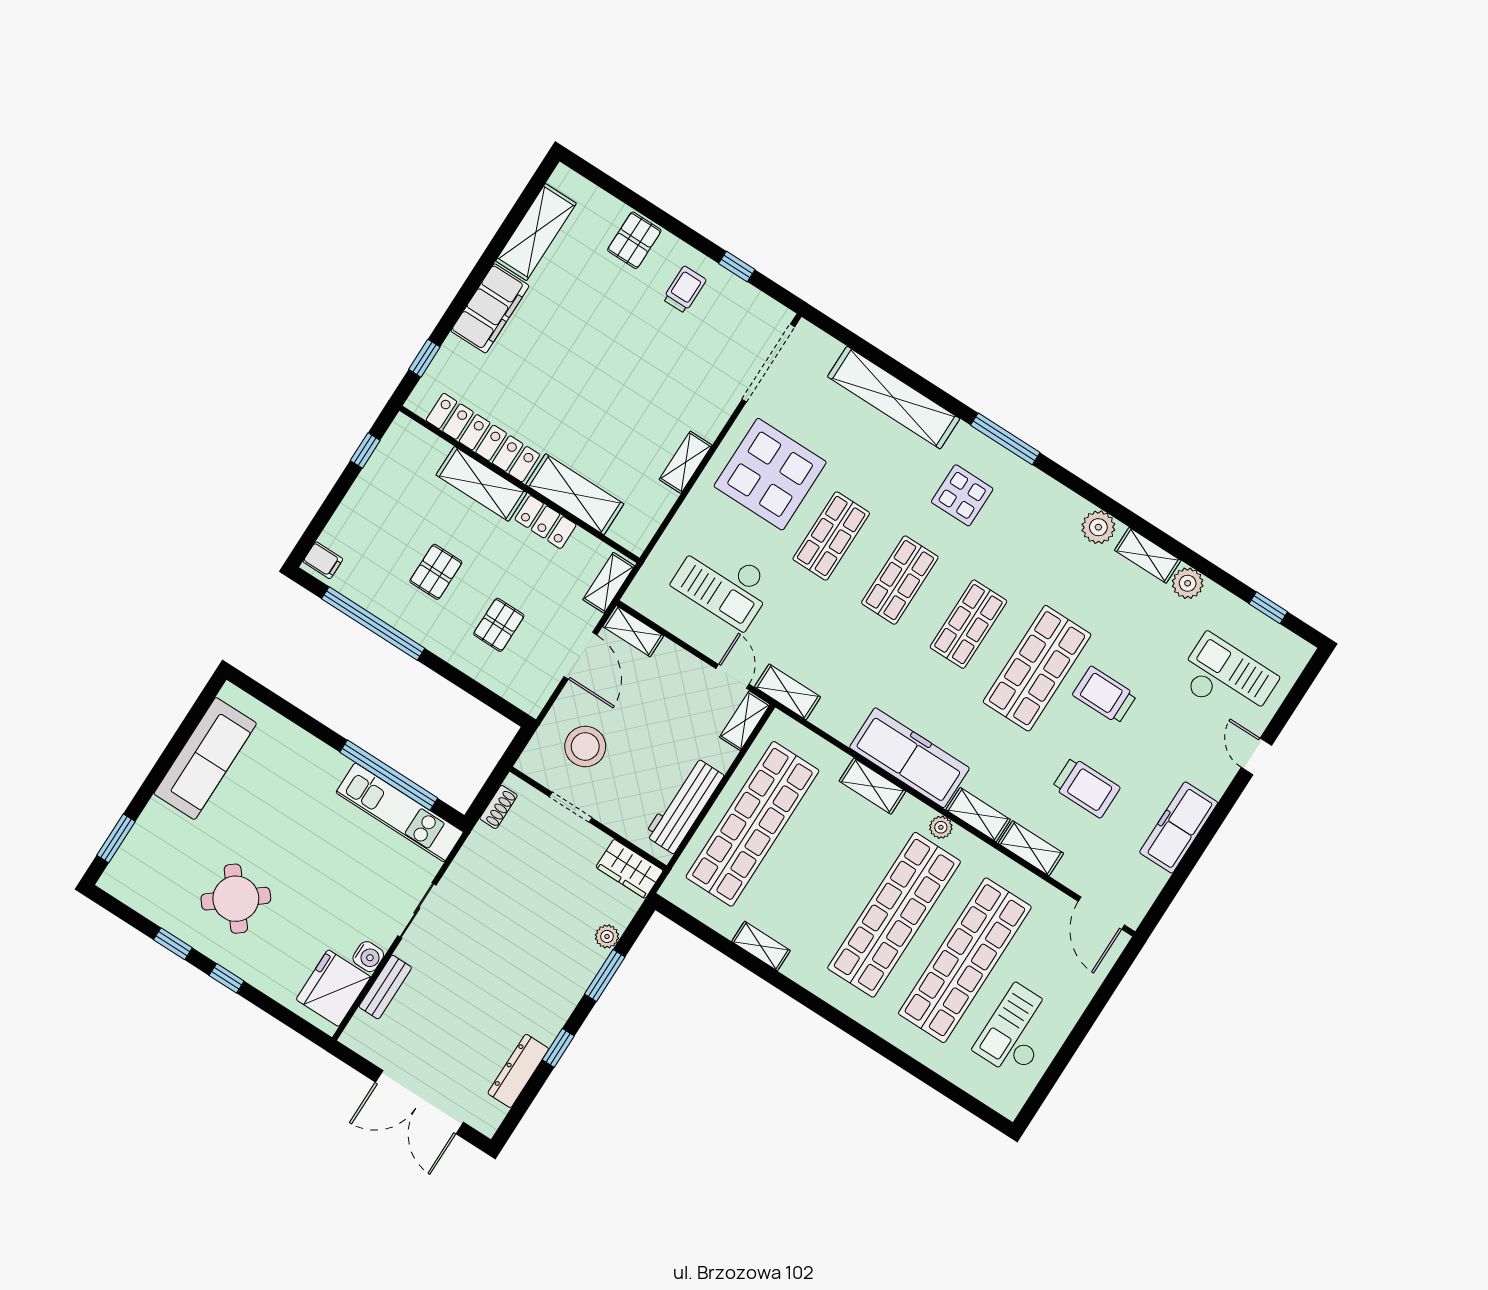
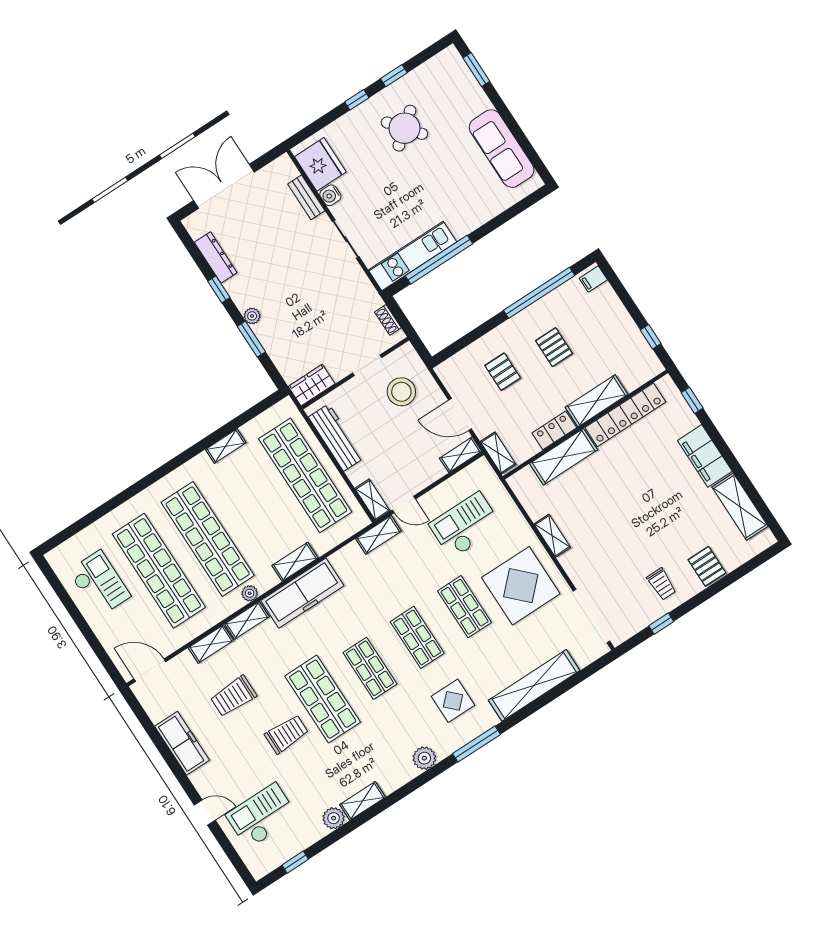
plant: (1098, 527) -> (424, 758), moved
checkout: (1227, 679) -> (262, 816), turned 180
plant: (607, 936) -> (252, 316), moved

